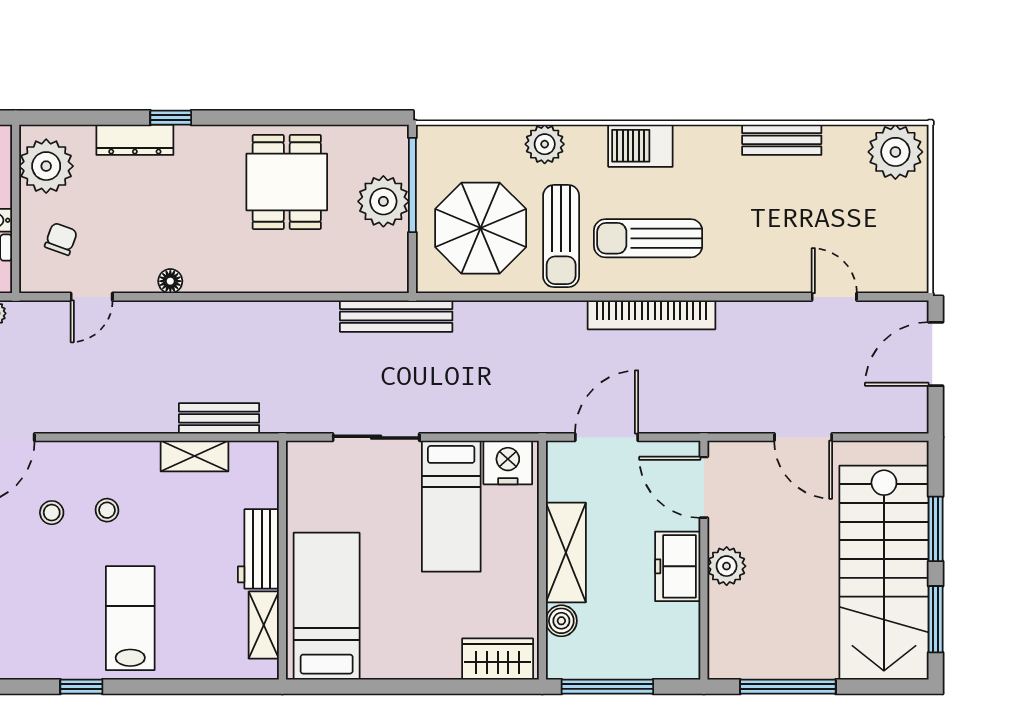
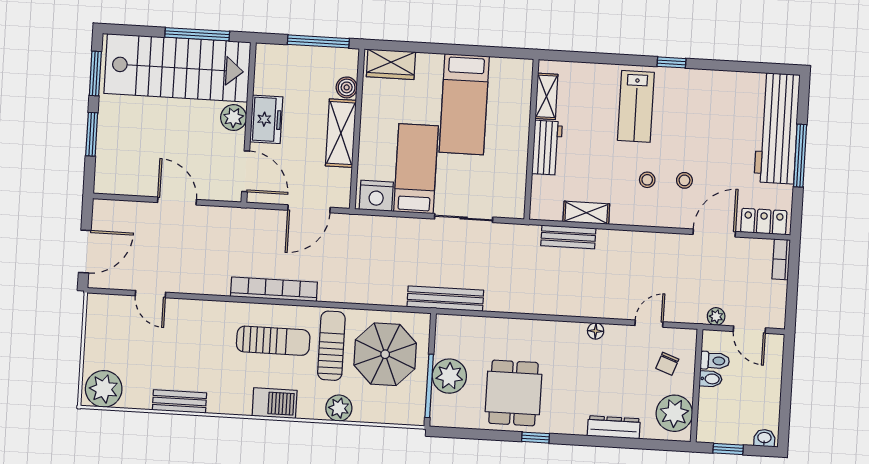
window: (171, 118) -> (536, 438), moved
stairs: (884, 573) -> (177, 68), moved, turned 90
bed: (327, 606) -> (464, 104), moved

